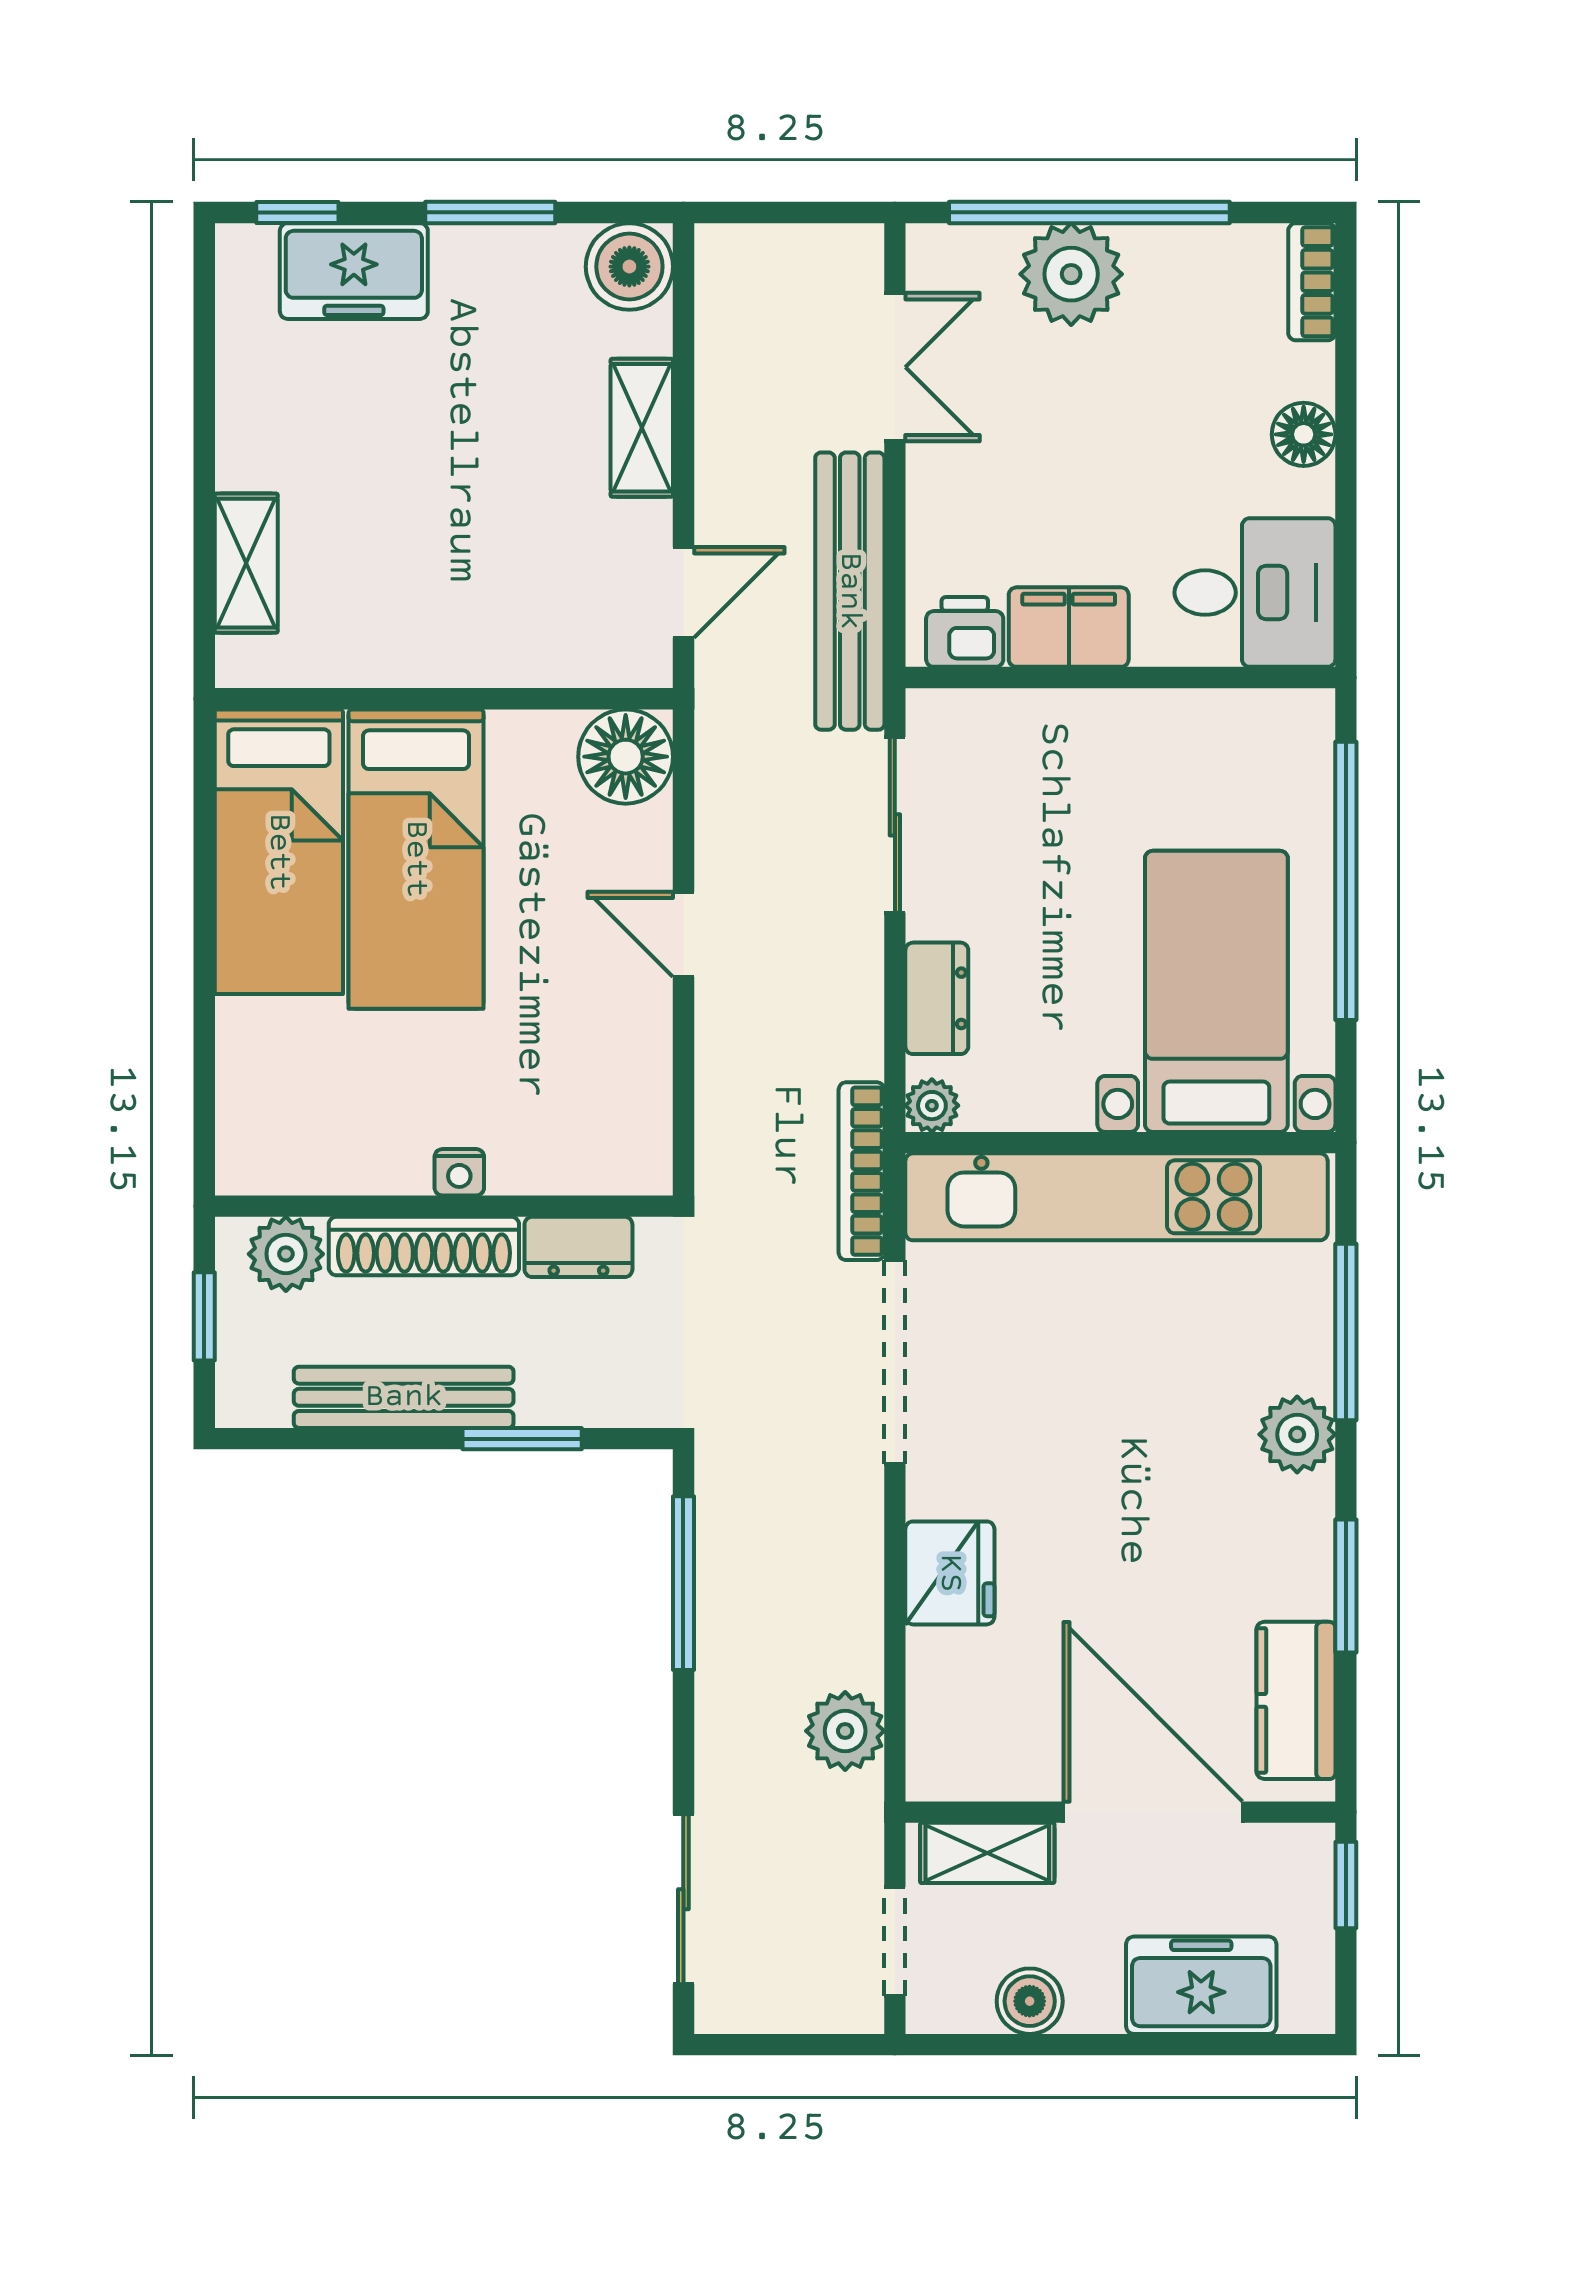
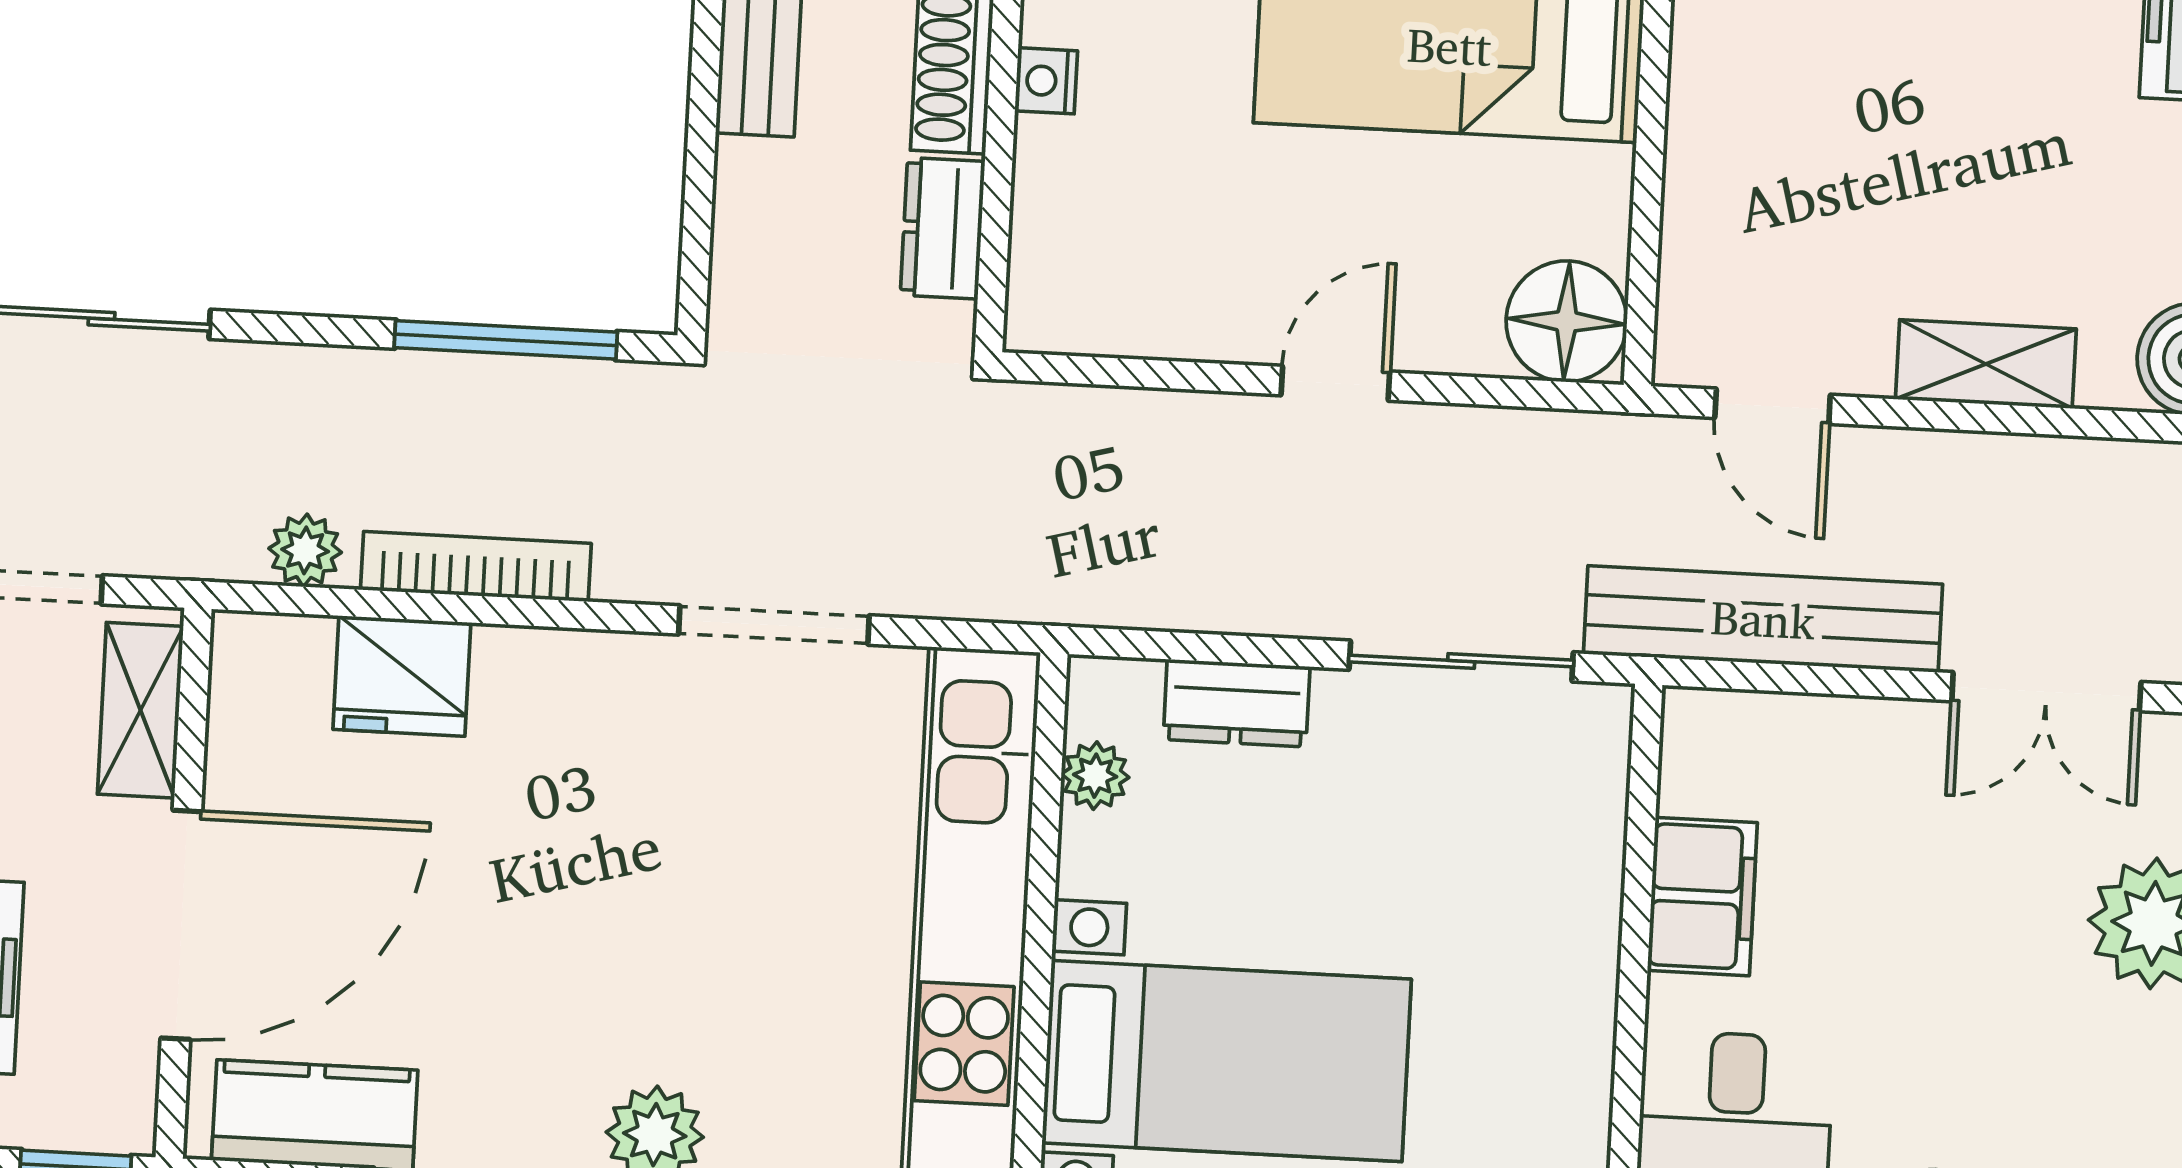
printer: (965, 632) -> (1703, 763), removed
plant: (932, 1106) -> (1095, 776), moved
bookcase: (861, 1171) -> (476, 567), moved
doorway: (895, 1362) -> (774, 625), width x0.73
window: (522, 1439) -> (701, 143), removed
fridge: (950, 1573) -> (402, 676), moved
plant: (845, 1731) -> (305, 550), width x0.73, depth x0.73

